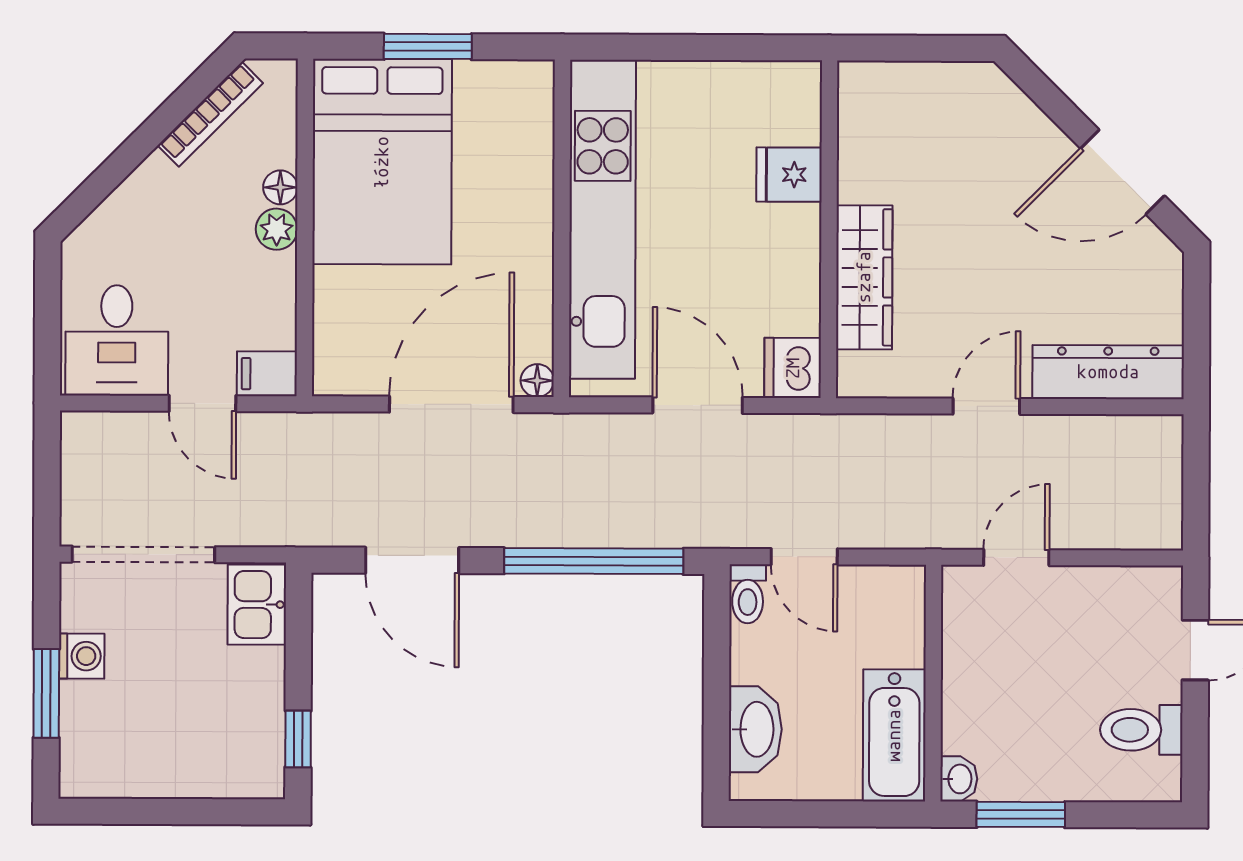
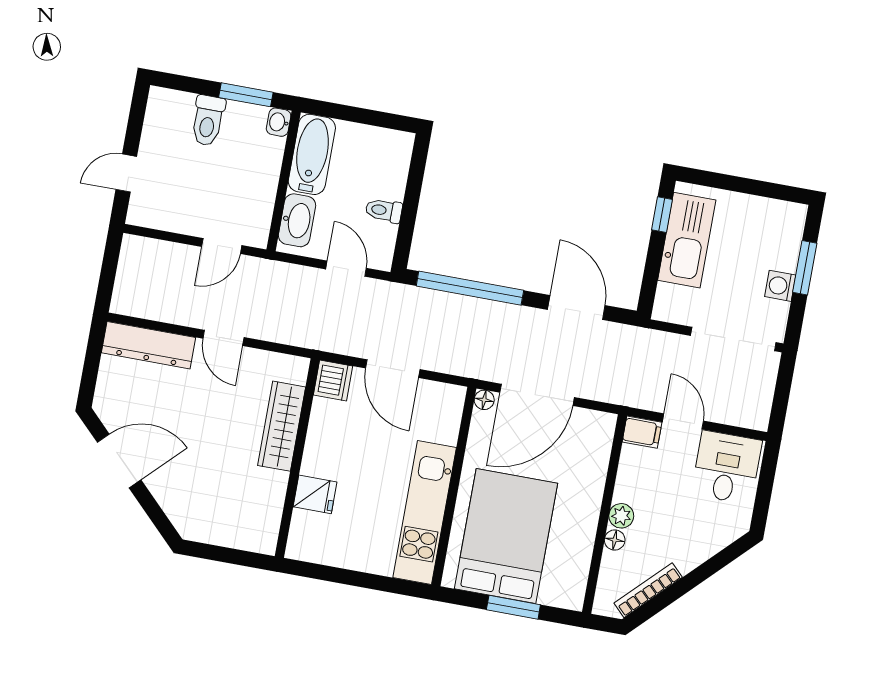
bed: (382, 162) -> (506, 536), moved
kitchen unit: (602, 219) -> (425, 513), width x0.73
door: (986, 406) -> (223, 338), hinge flipped
toilet: (748, 594) -> (384, 211), moved, turned -90
kitchen sink: (257, 605) -> (687, 240), moved, width x1.87, depth x1.24
washbasin: (755, 729) -> (297, 220), moved, turned 180
toilet: (1141, 730) -> (208, 120), moved, turned 90

